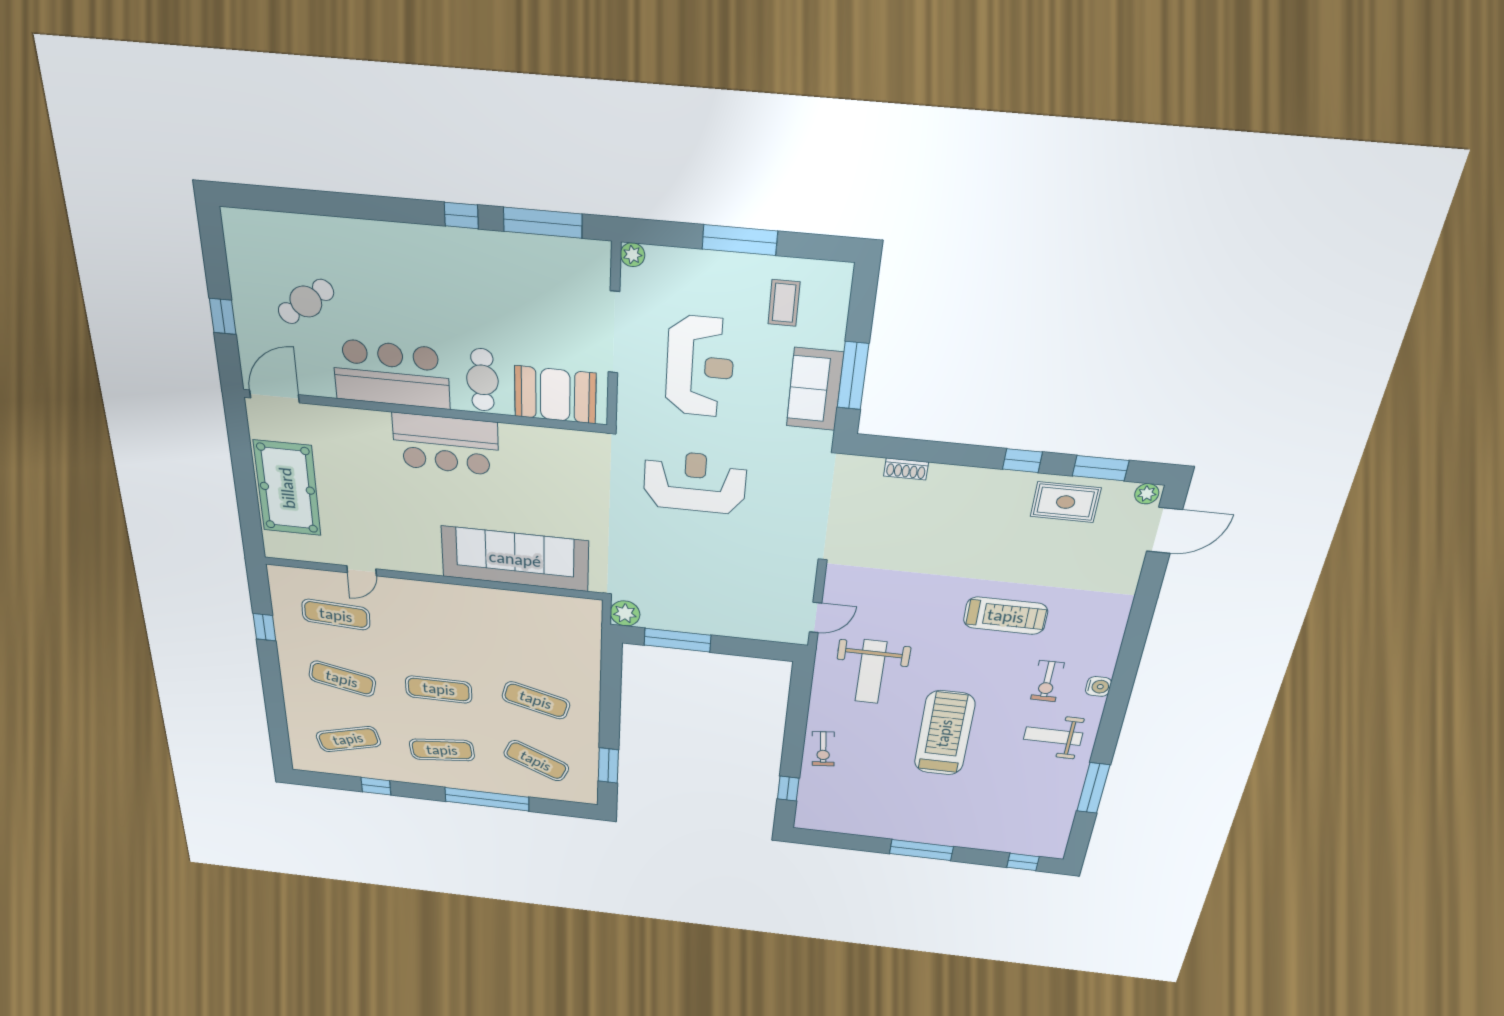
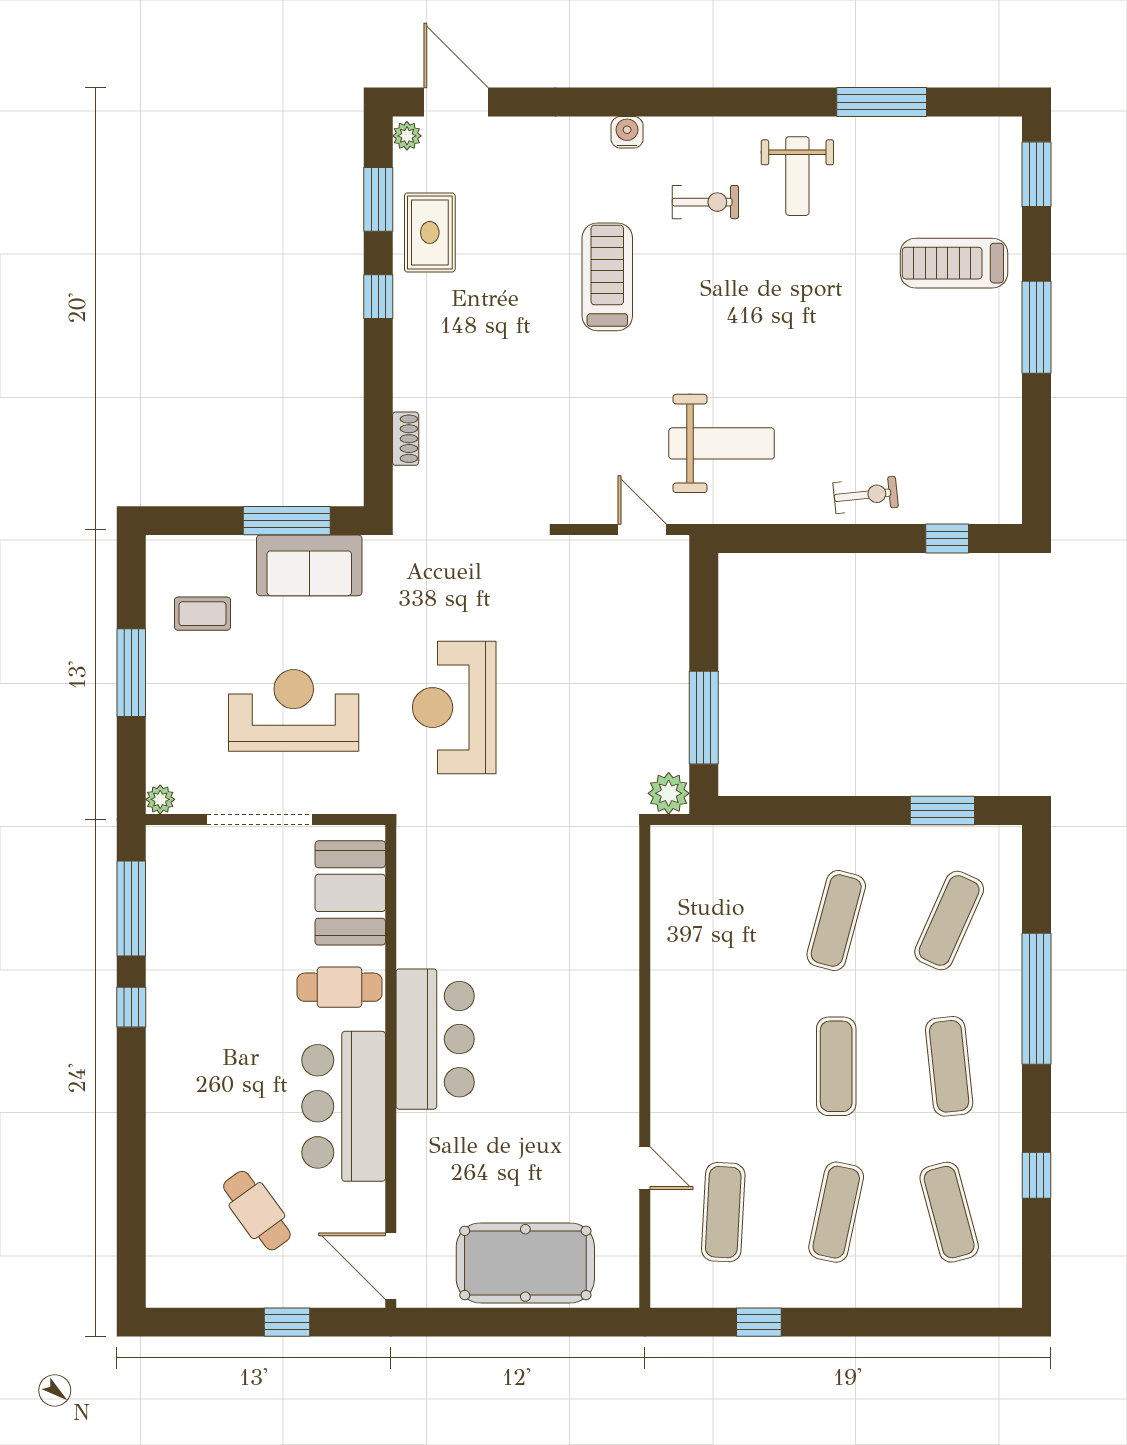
sofa: (515, 559) -> (599, 948), removed
water cooler: (1098, 686) -> (627, 132), moved
treadmill: (944, 733) -> (954, 263), moved, width x0.73, depth x0.73
window: (1023, 862) -> (1037, 174), width x1.50

